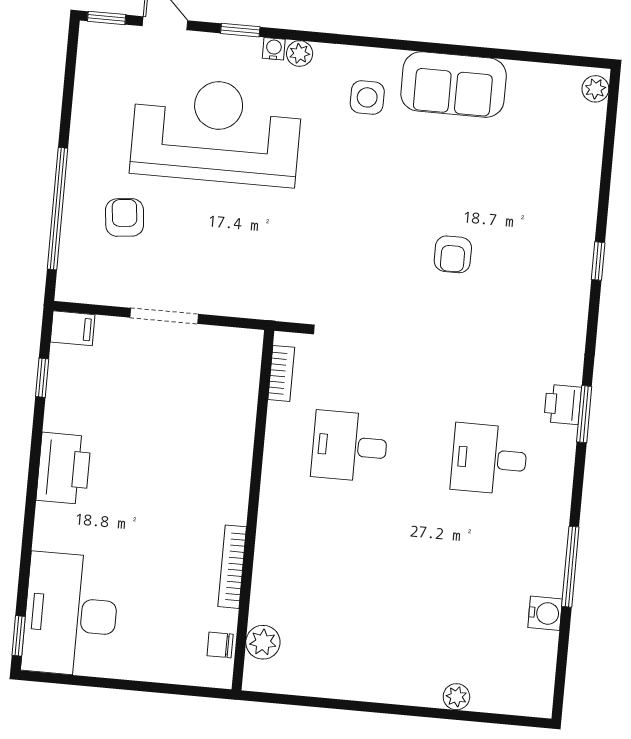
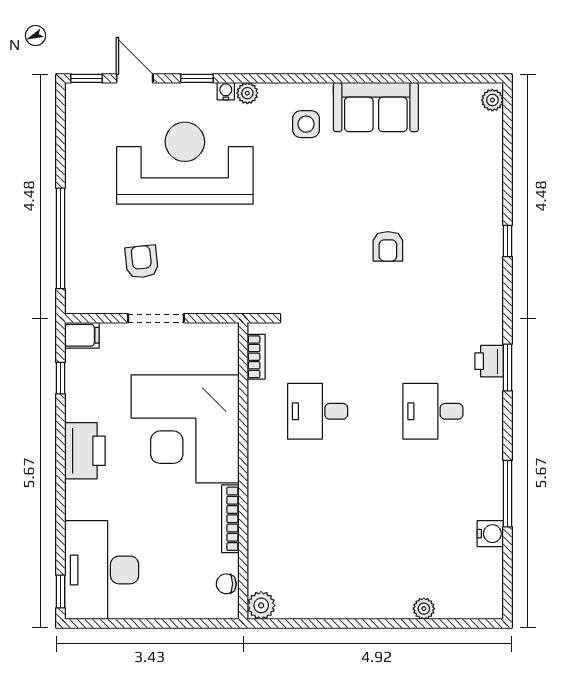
armchair: (125, 217) -> (142, 262), moved
corner desk: (187, 453) -> (185, 429), added
plant: (263, 642) -> (261, 605), moved

